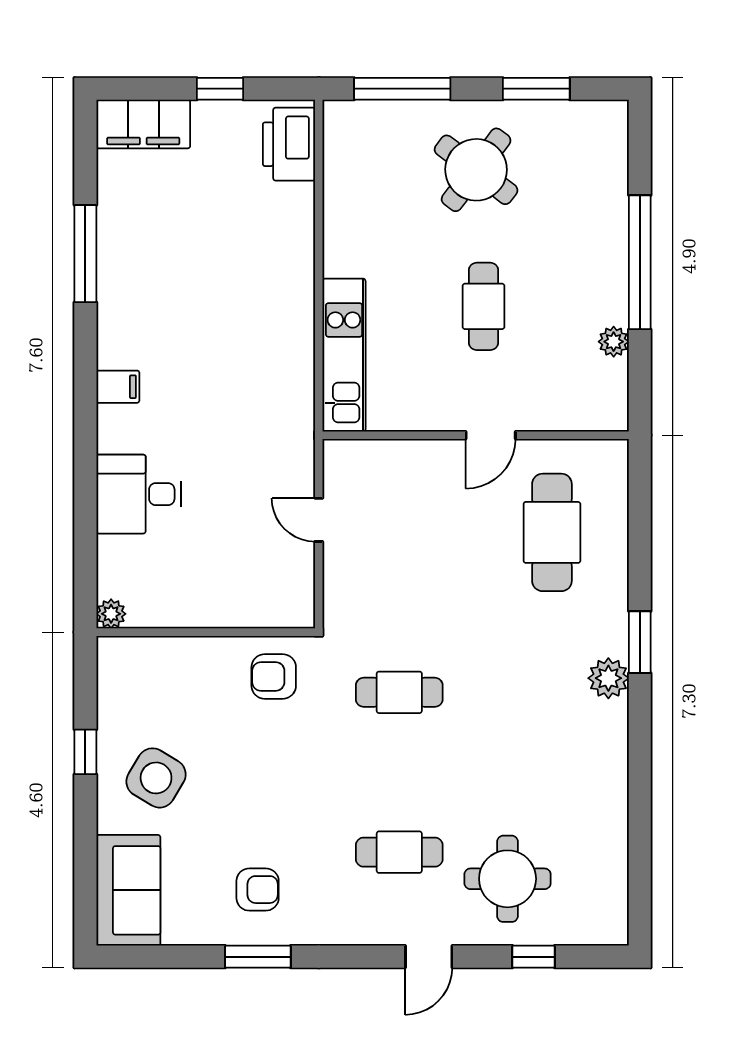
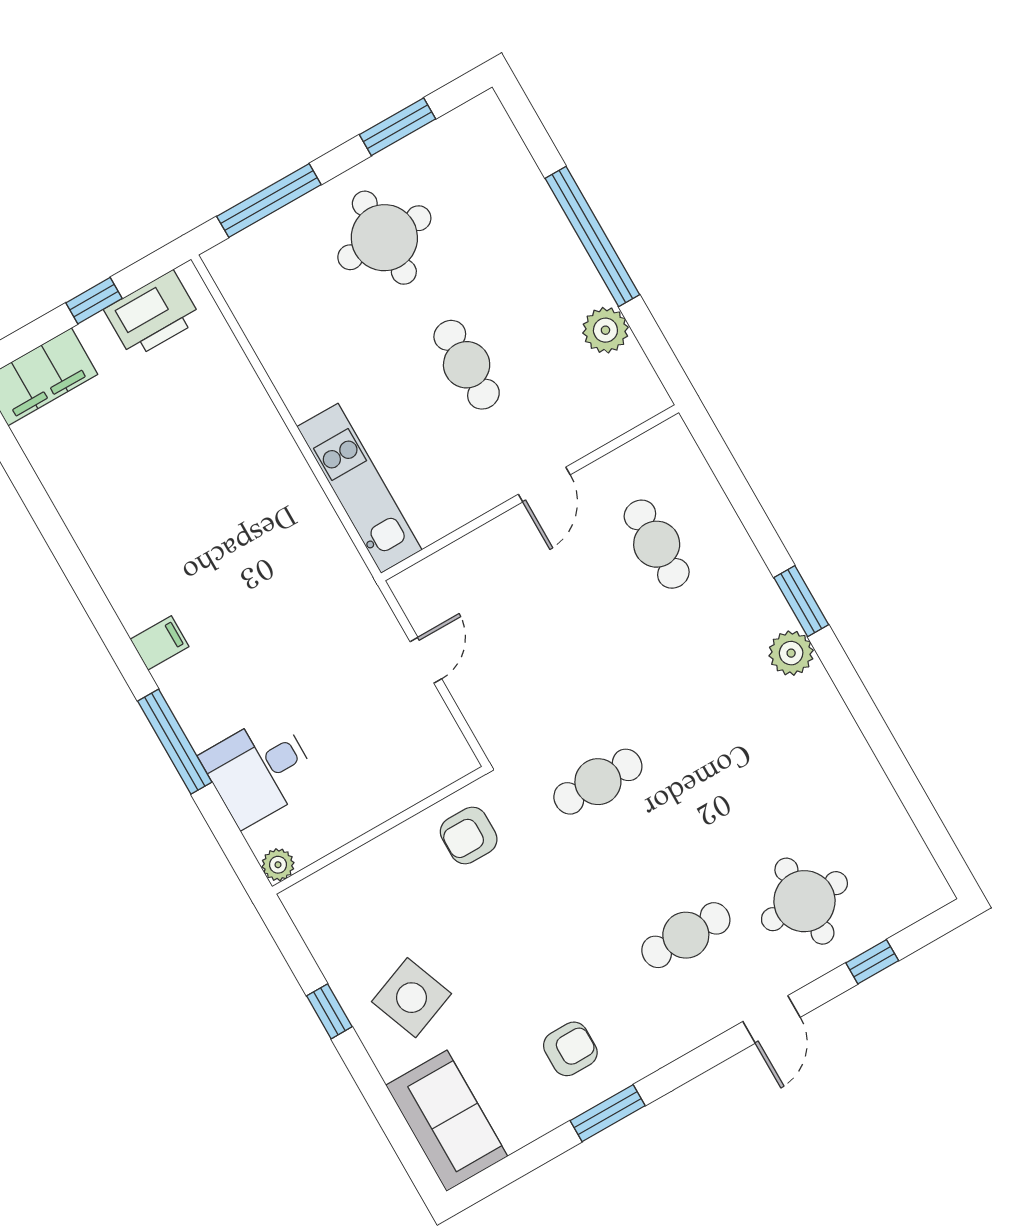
printer: (289, 144) -> (153, 314), moved, turned -90
round table: (476, 170) -> (384, 238), turned -37
window: (85, 254) -> (175, 742), moved
plant: (614, 342) -> (605, 330), width x1.38, depth x1.38
desk: (139, 494) -> (259, 770), moved
door: (319, 520) -> (426, 660), swing flipped
cafe table: (552, 532) -> (657, 544), width x0.73, depth x0.74
side table: (156, 778) -> (411, 998), turned 38

